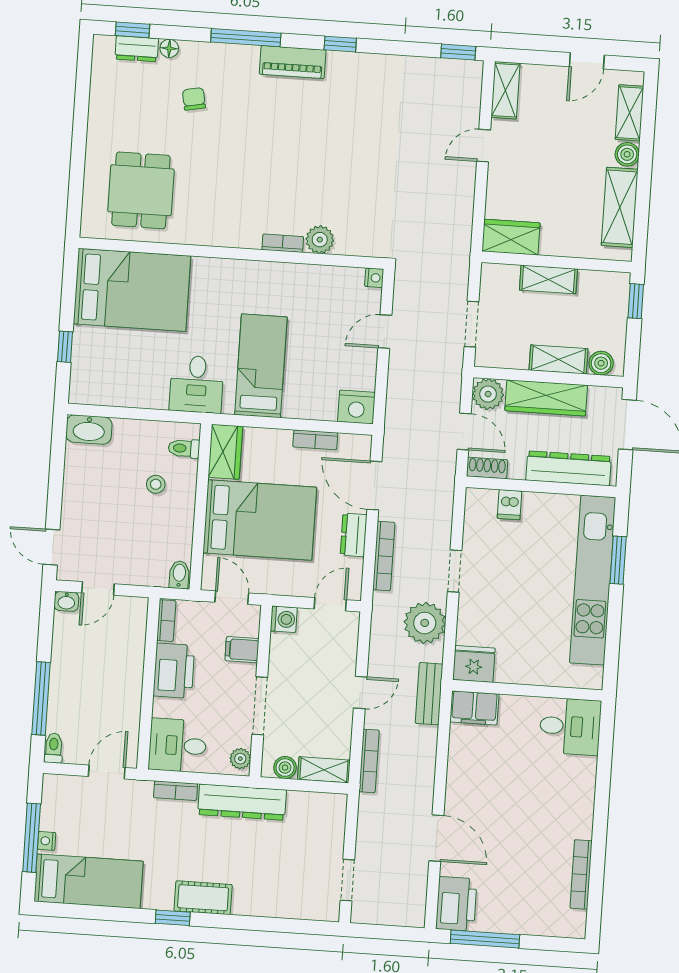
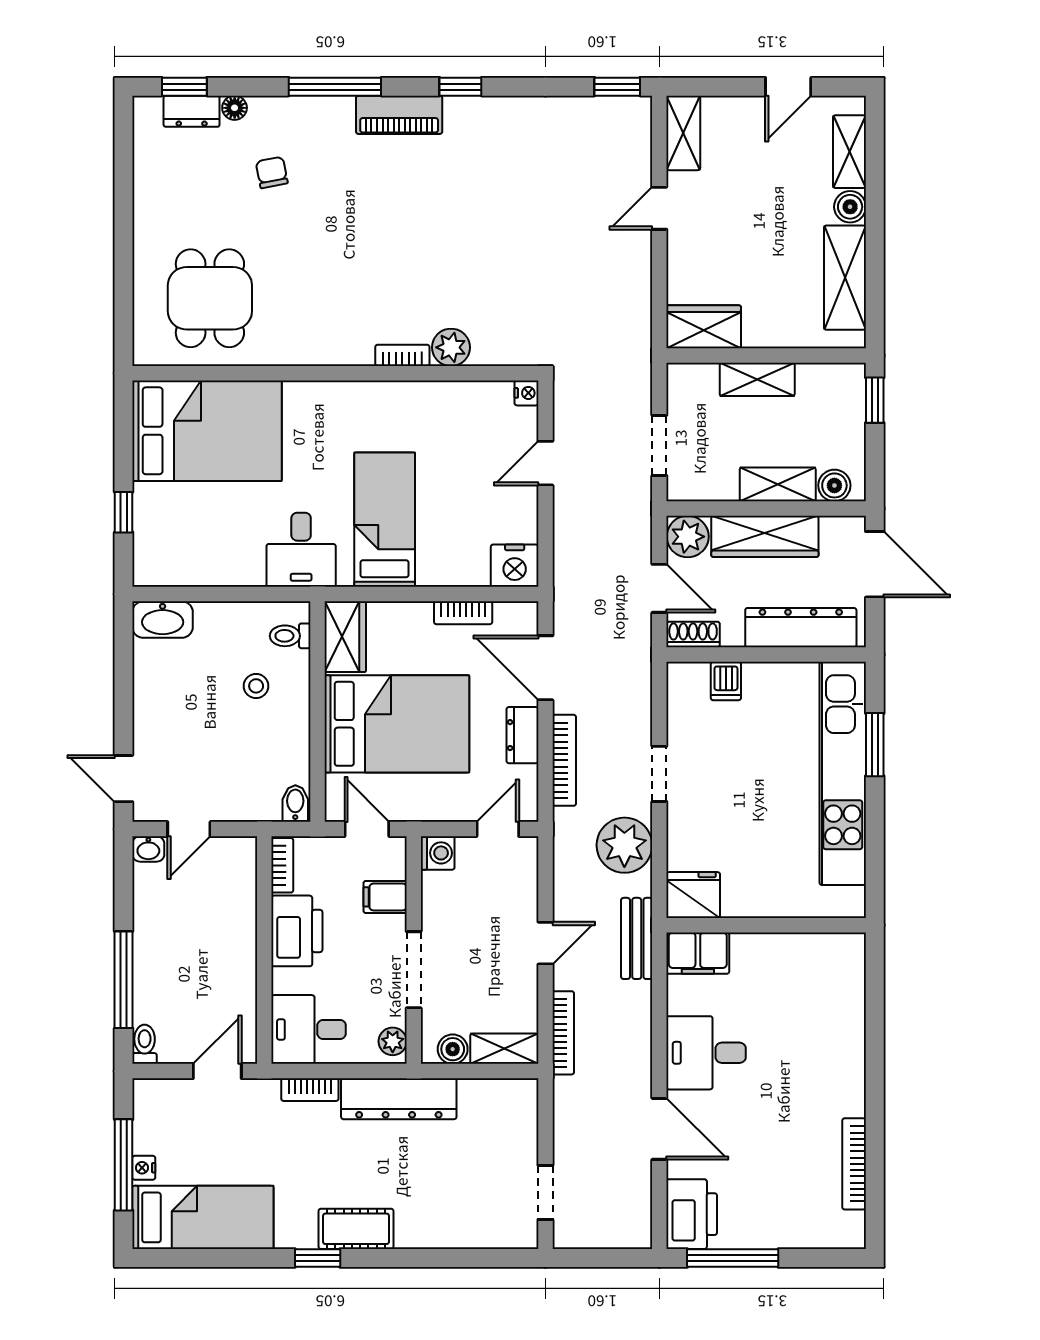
desk: (570, 726) -> (706, 1053), moved, turned 180

